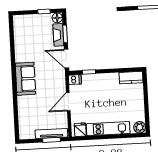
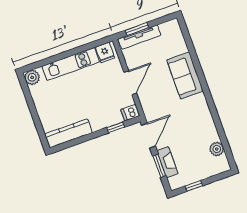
floor lamp: (57, 18) -> (175, 183), removed
plant: (19, 34) -> (217, 149), added
door: (66, 59) -> (148, 136), hinge flipped
kitchen counter: (131, 78) -> (68, 133), width x1.50
sofa: (25, 79) -> (185, 75), moved

